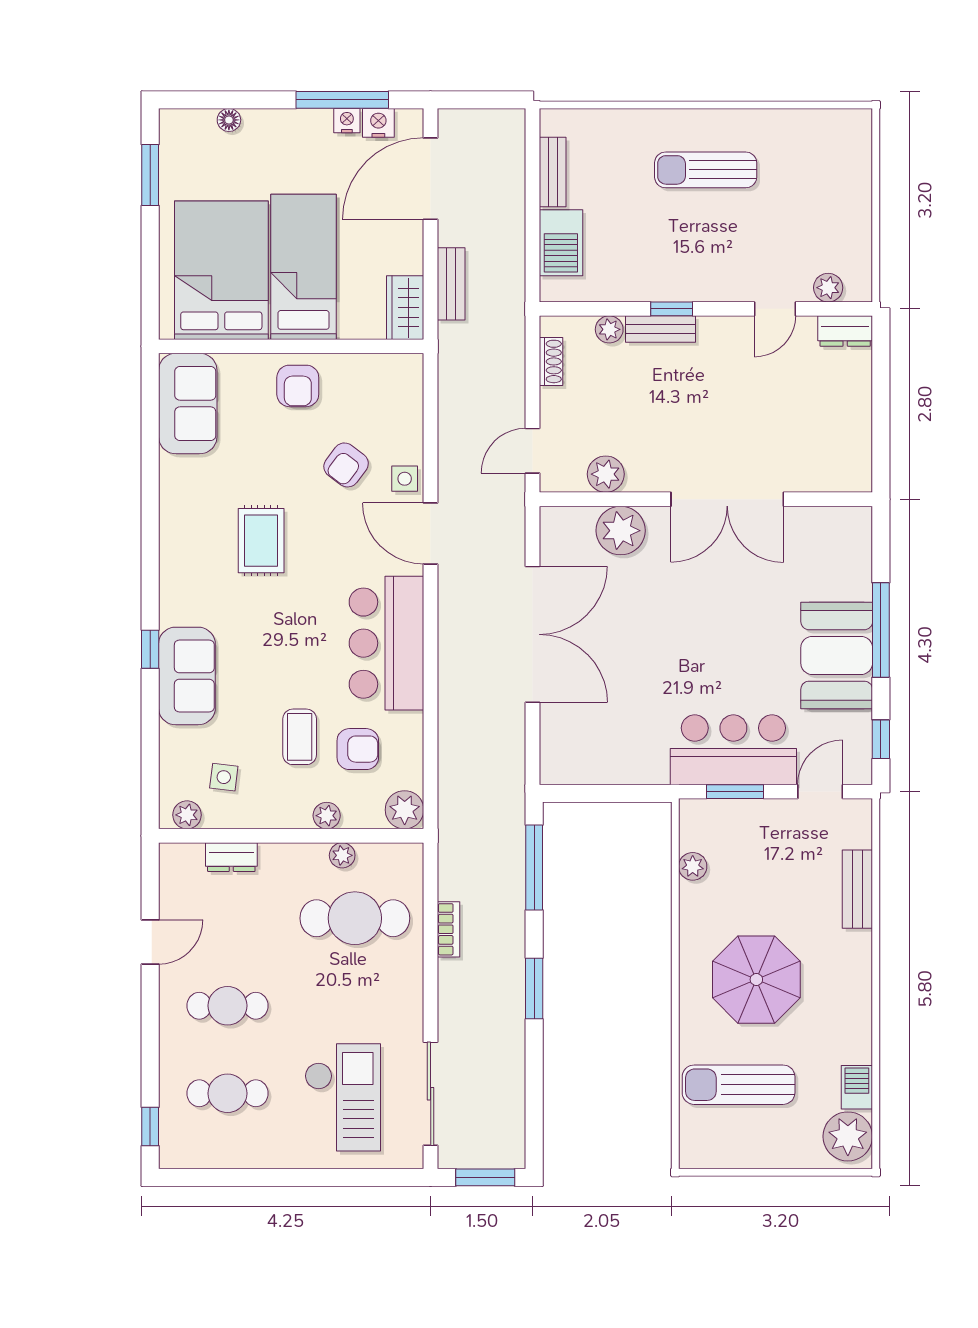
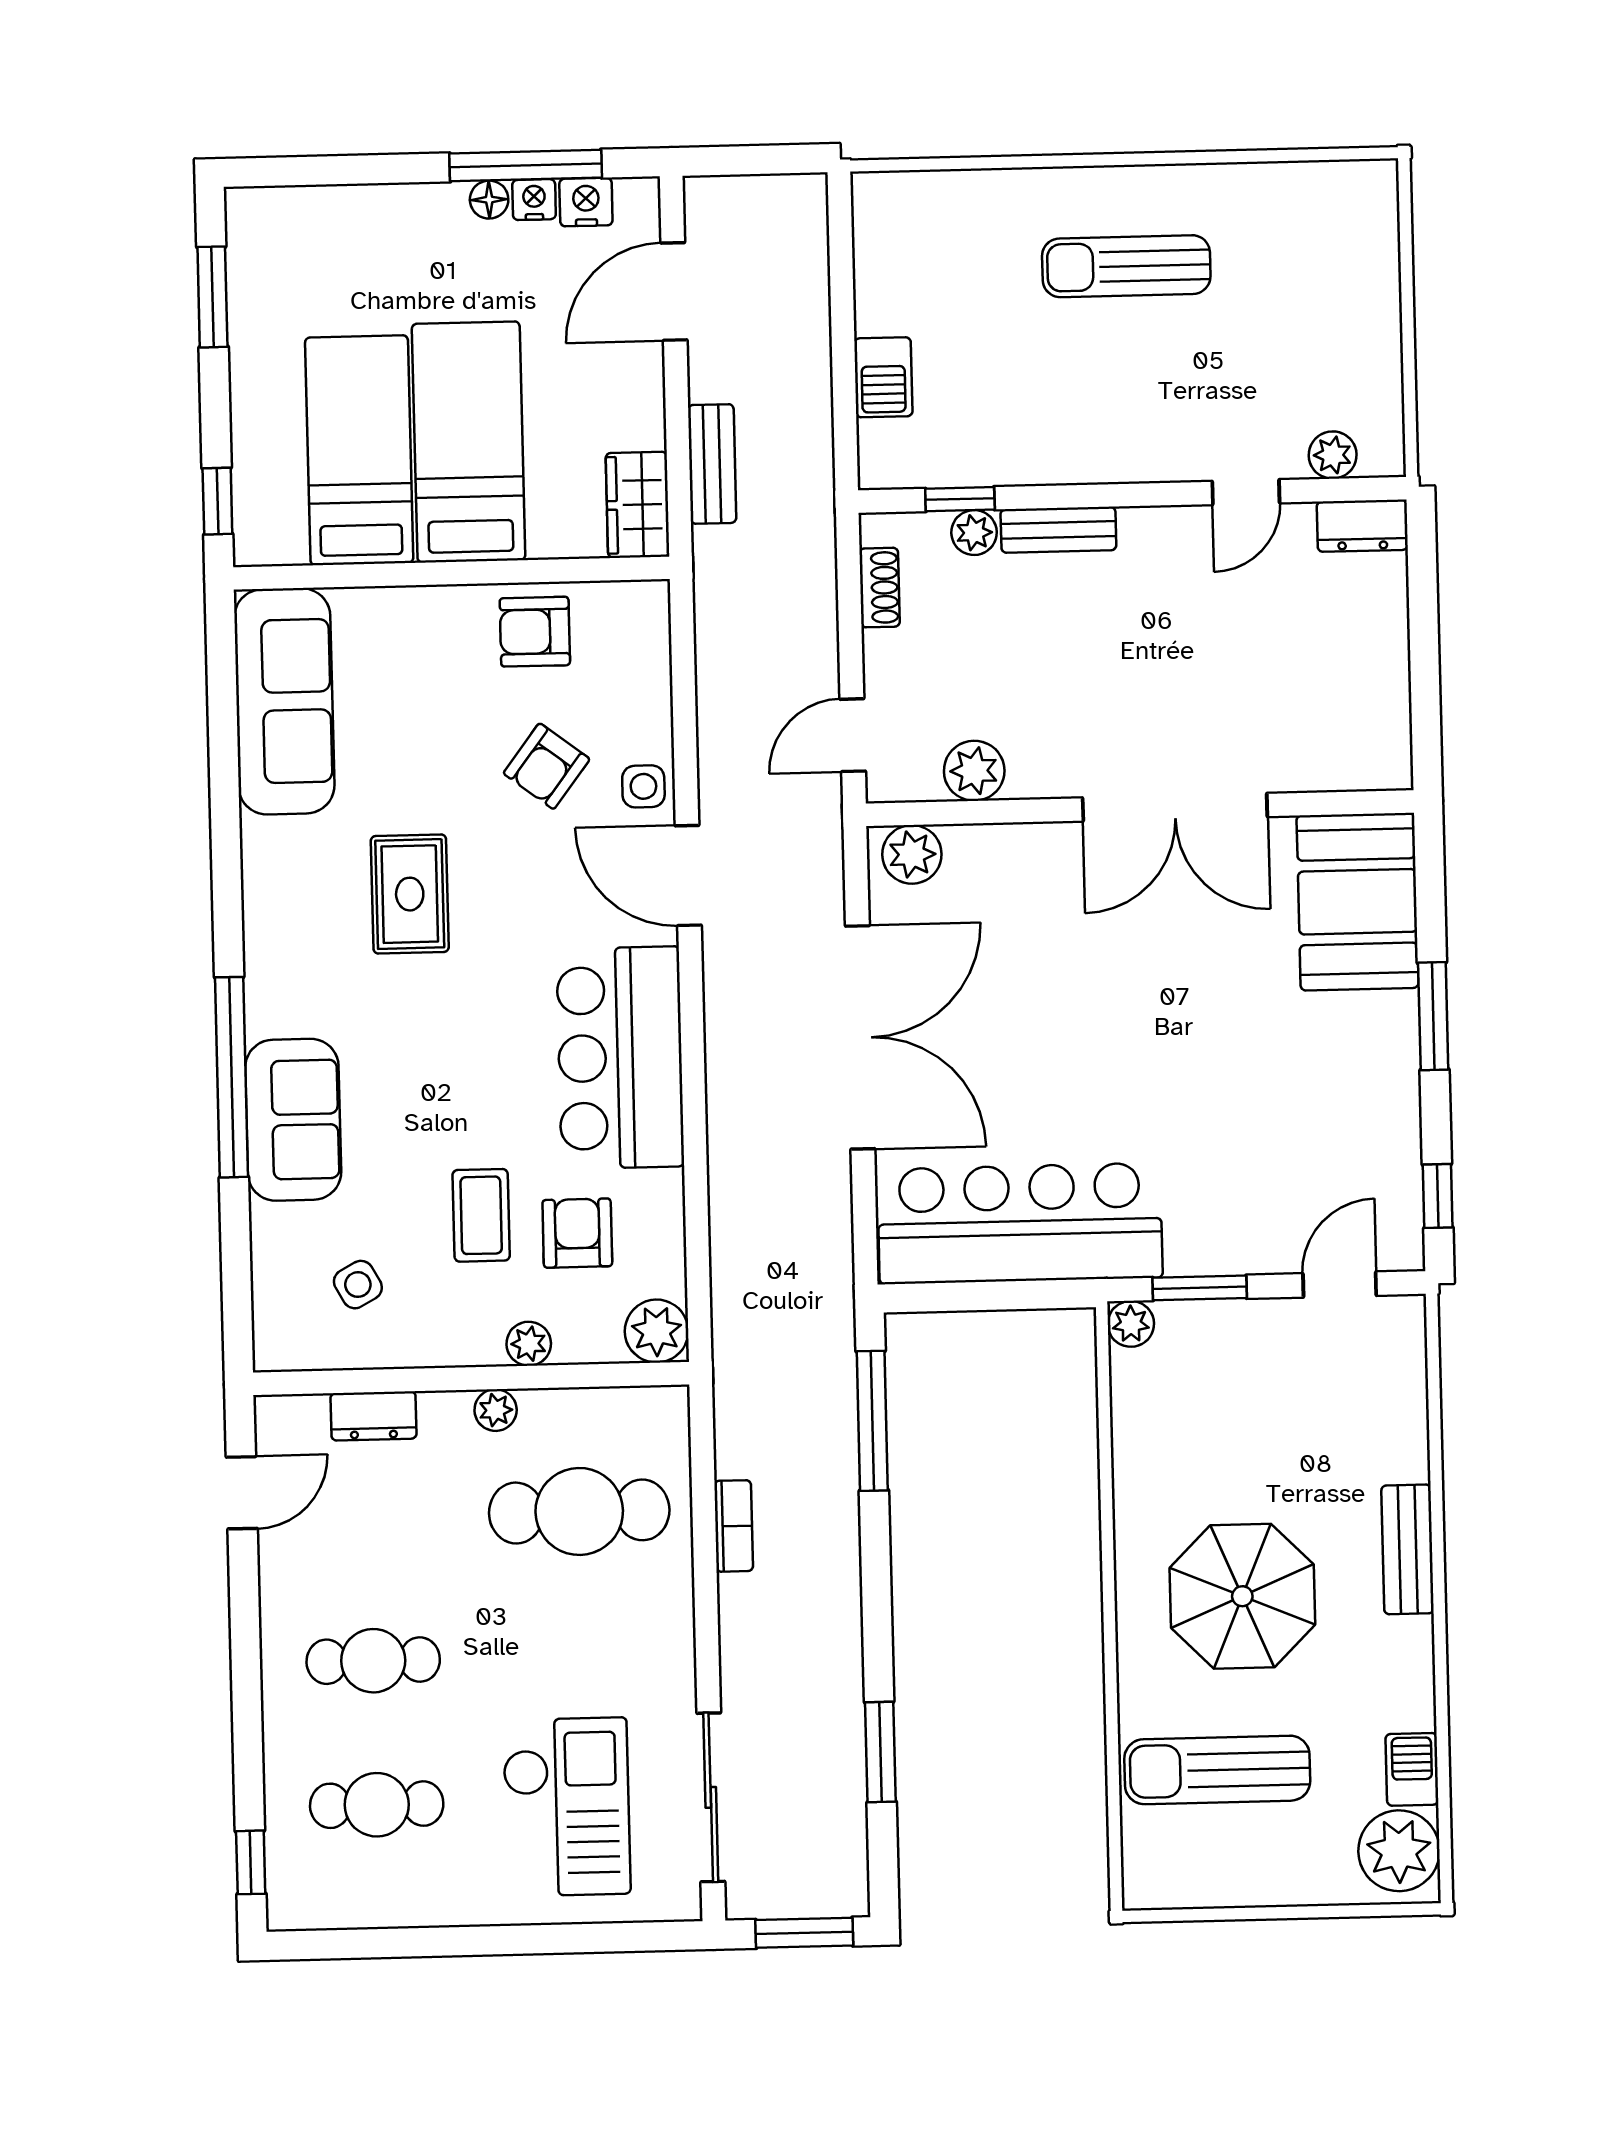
floor lamp: (229, 120) -> (489, 200), moved
bench: (553, 172) -> (875, 276), removed
door: (431, 179) -> (674, 292), width x0.73
barbecue: (561, 243) -> (883, 377), width x0.73, depth x0.79
bed: (221, 270) -> (359, 450), width x0.67
window: (150, 299) -> (217, 501), added
window: (672, 309) -> (960, 499), moved
armchair: (298, 386) -> (535, 632), moved, turned 90
sofa: (188, 404) -> (284, 701), width x1.36
plant: (621, 531) -> (912, 854), moved, width x0.73, depth x0.73
window: (881, 630) -> (1433, 1016), width x0.69
window: (150, 649) -> (232, 1077), width x3.17
booth: (837, 655) -> (1358, 902), moved
armchair: (358, 749) -> (577, 1233), turned -90
bar counter: (733, 750) -> (1020, 1223), moved, width x1.36
side table: (224, 777) -> (358, 1285), turned -36
plant: (187, 815) -> (299, 1348), removed
plant: (342, 855) -> (496, 1410), moved
plant: (693, 866) -> (1131, 1324), moved
bench: (857, 889) -> (1408, 1549), moved
door: (150, 942) -> (242, 1493), moved
window: (534, 988) -> (880, 1752), moved

